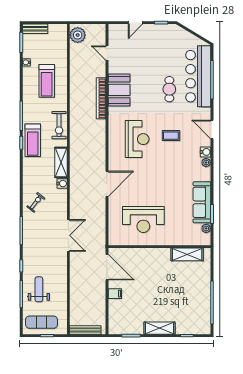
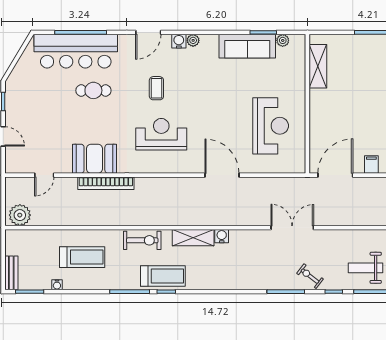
exercise bike: (36, 202) -> (310, 276), moved

